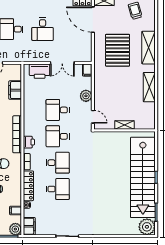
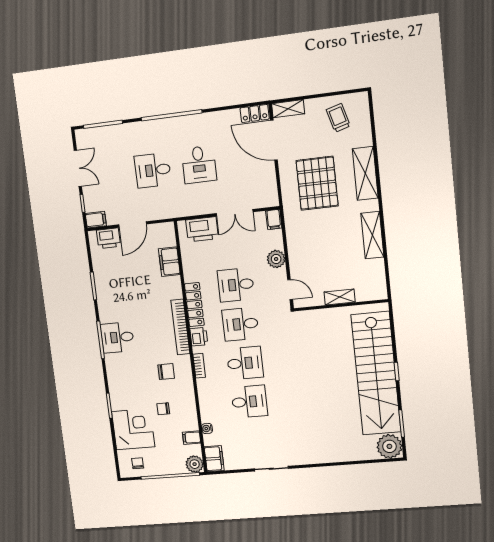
locker: (28, 186) -> (194, 305), moved

